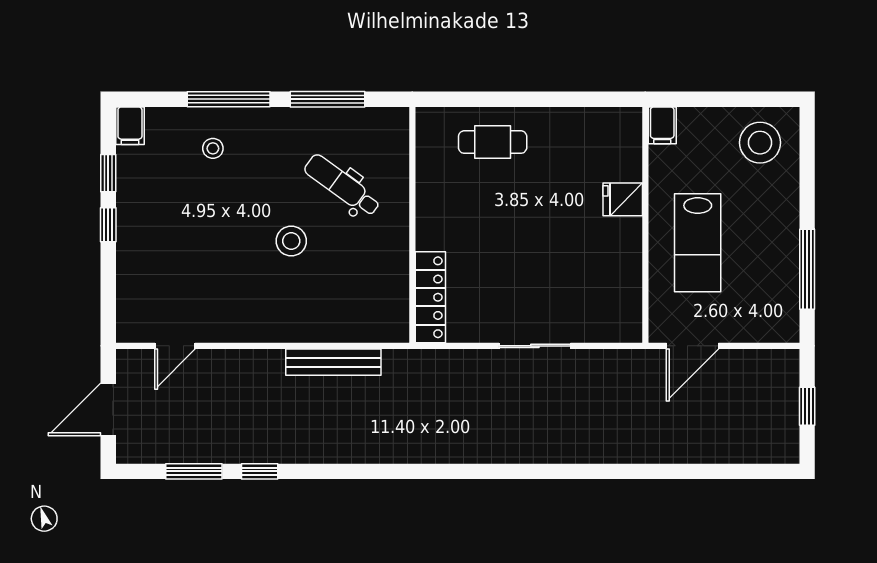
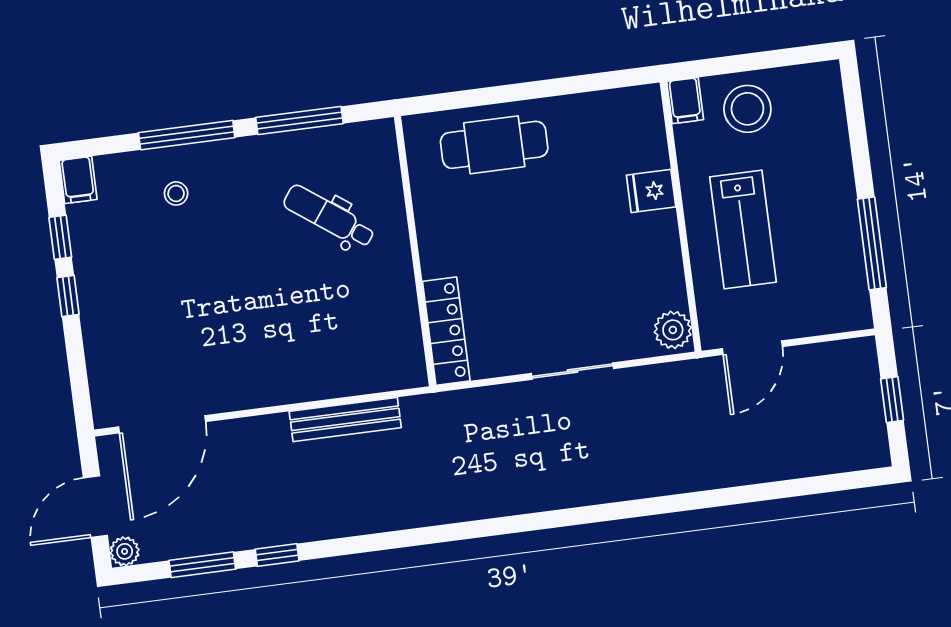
cafe table: (493, 142) -> (494, 145), width x1.37, depth x1.35
stool: (760, 143) -> (747, 109), moved
stool: (291, 241) -> (279, 288), removed
plant: (626, 322) -> (673, 330), added
door: (175, 346) -> (162, 424), width x1.88
plant: (128, 451) -> (125, 551), added

